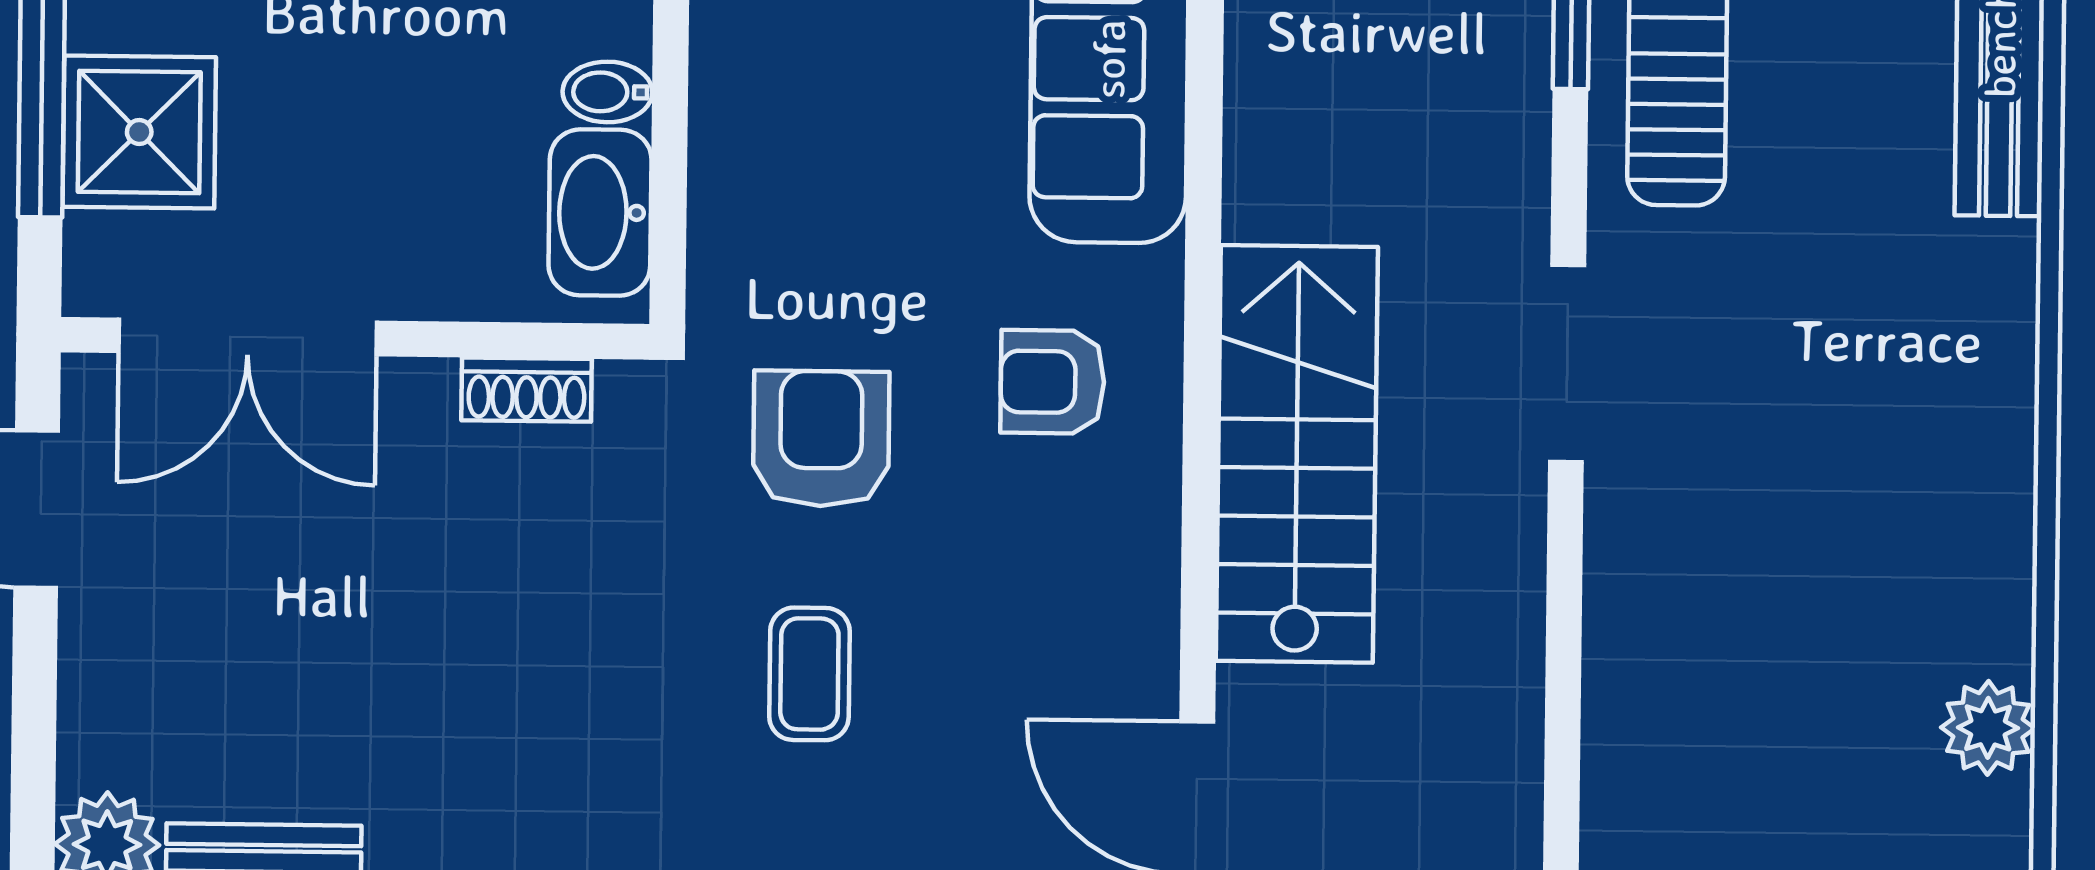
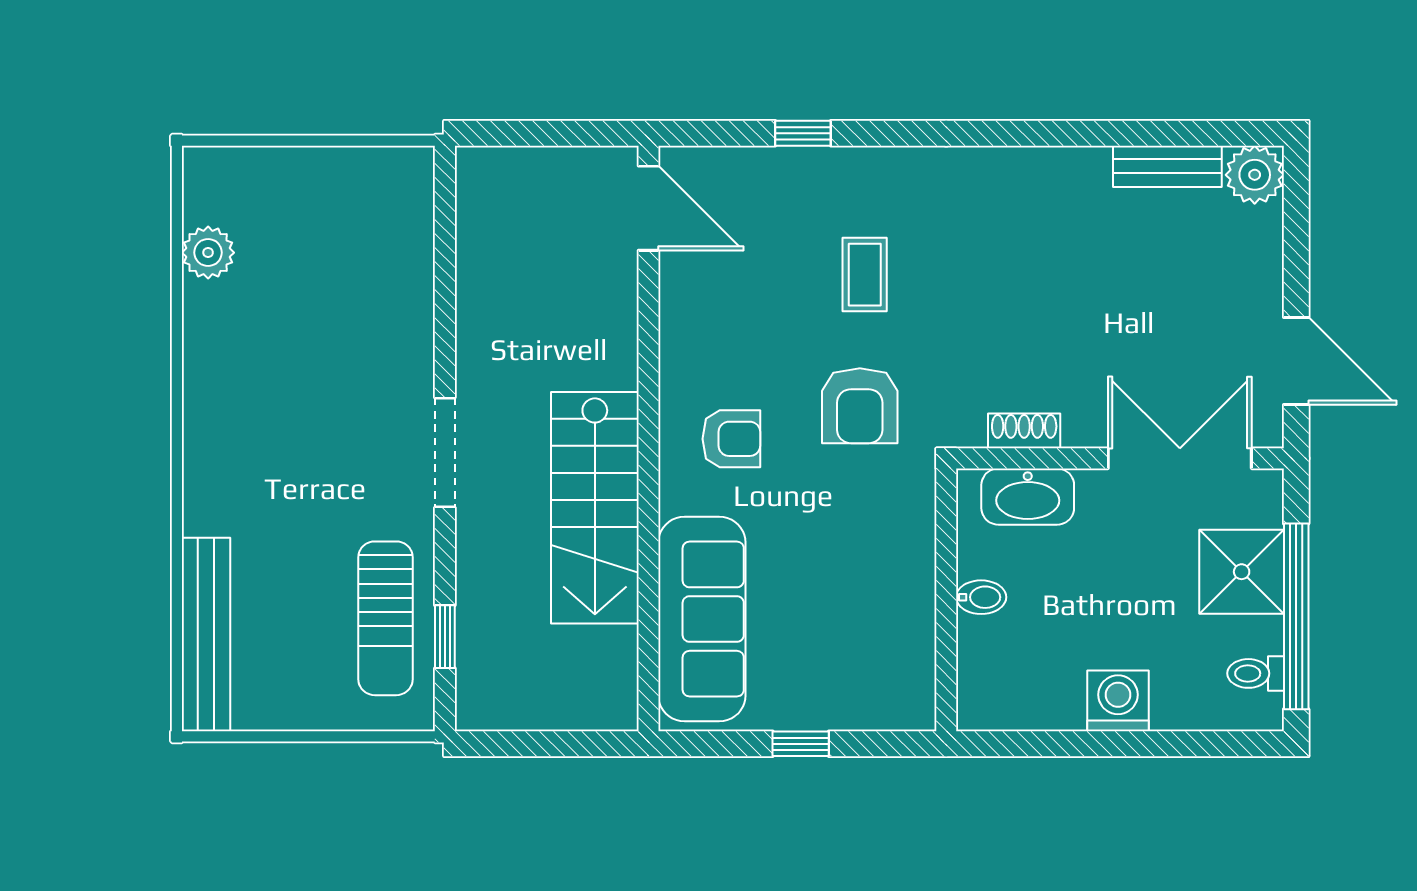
washbasin: (600, 212) -> (1028, 497), moved, turned 90
stairs: (1297, 454) -> (595, 508), moved

